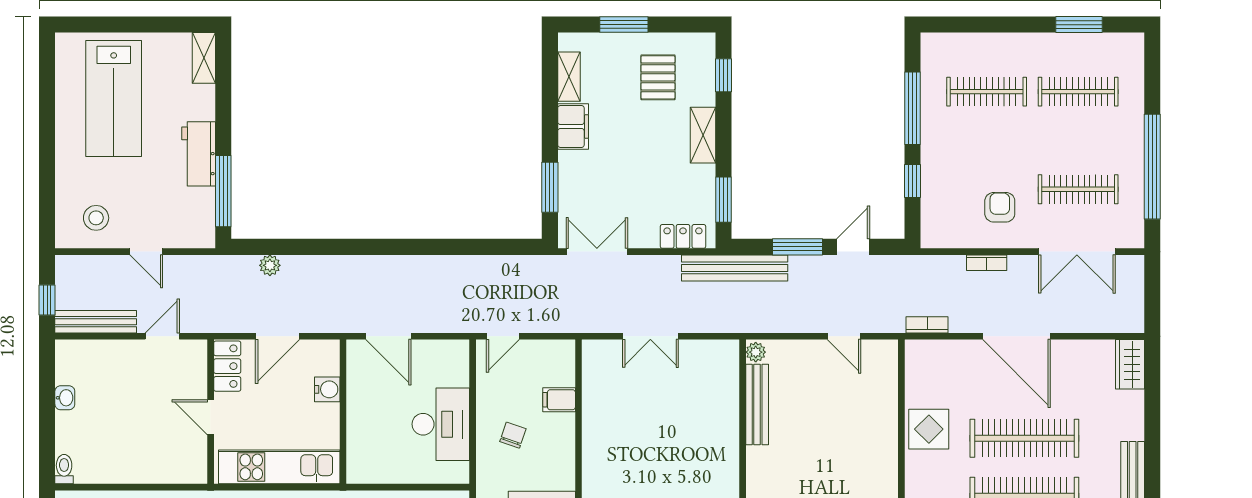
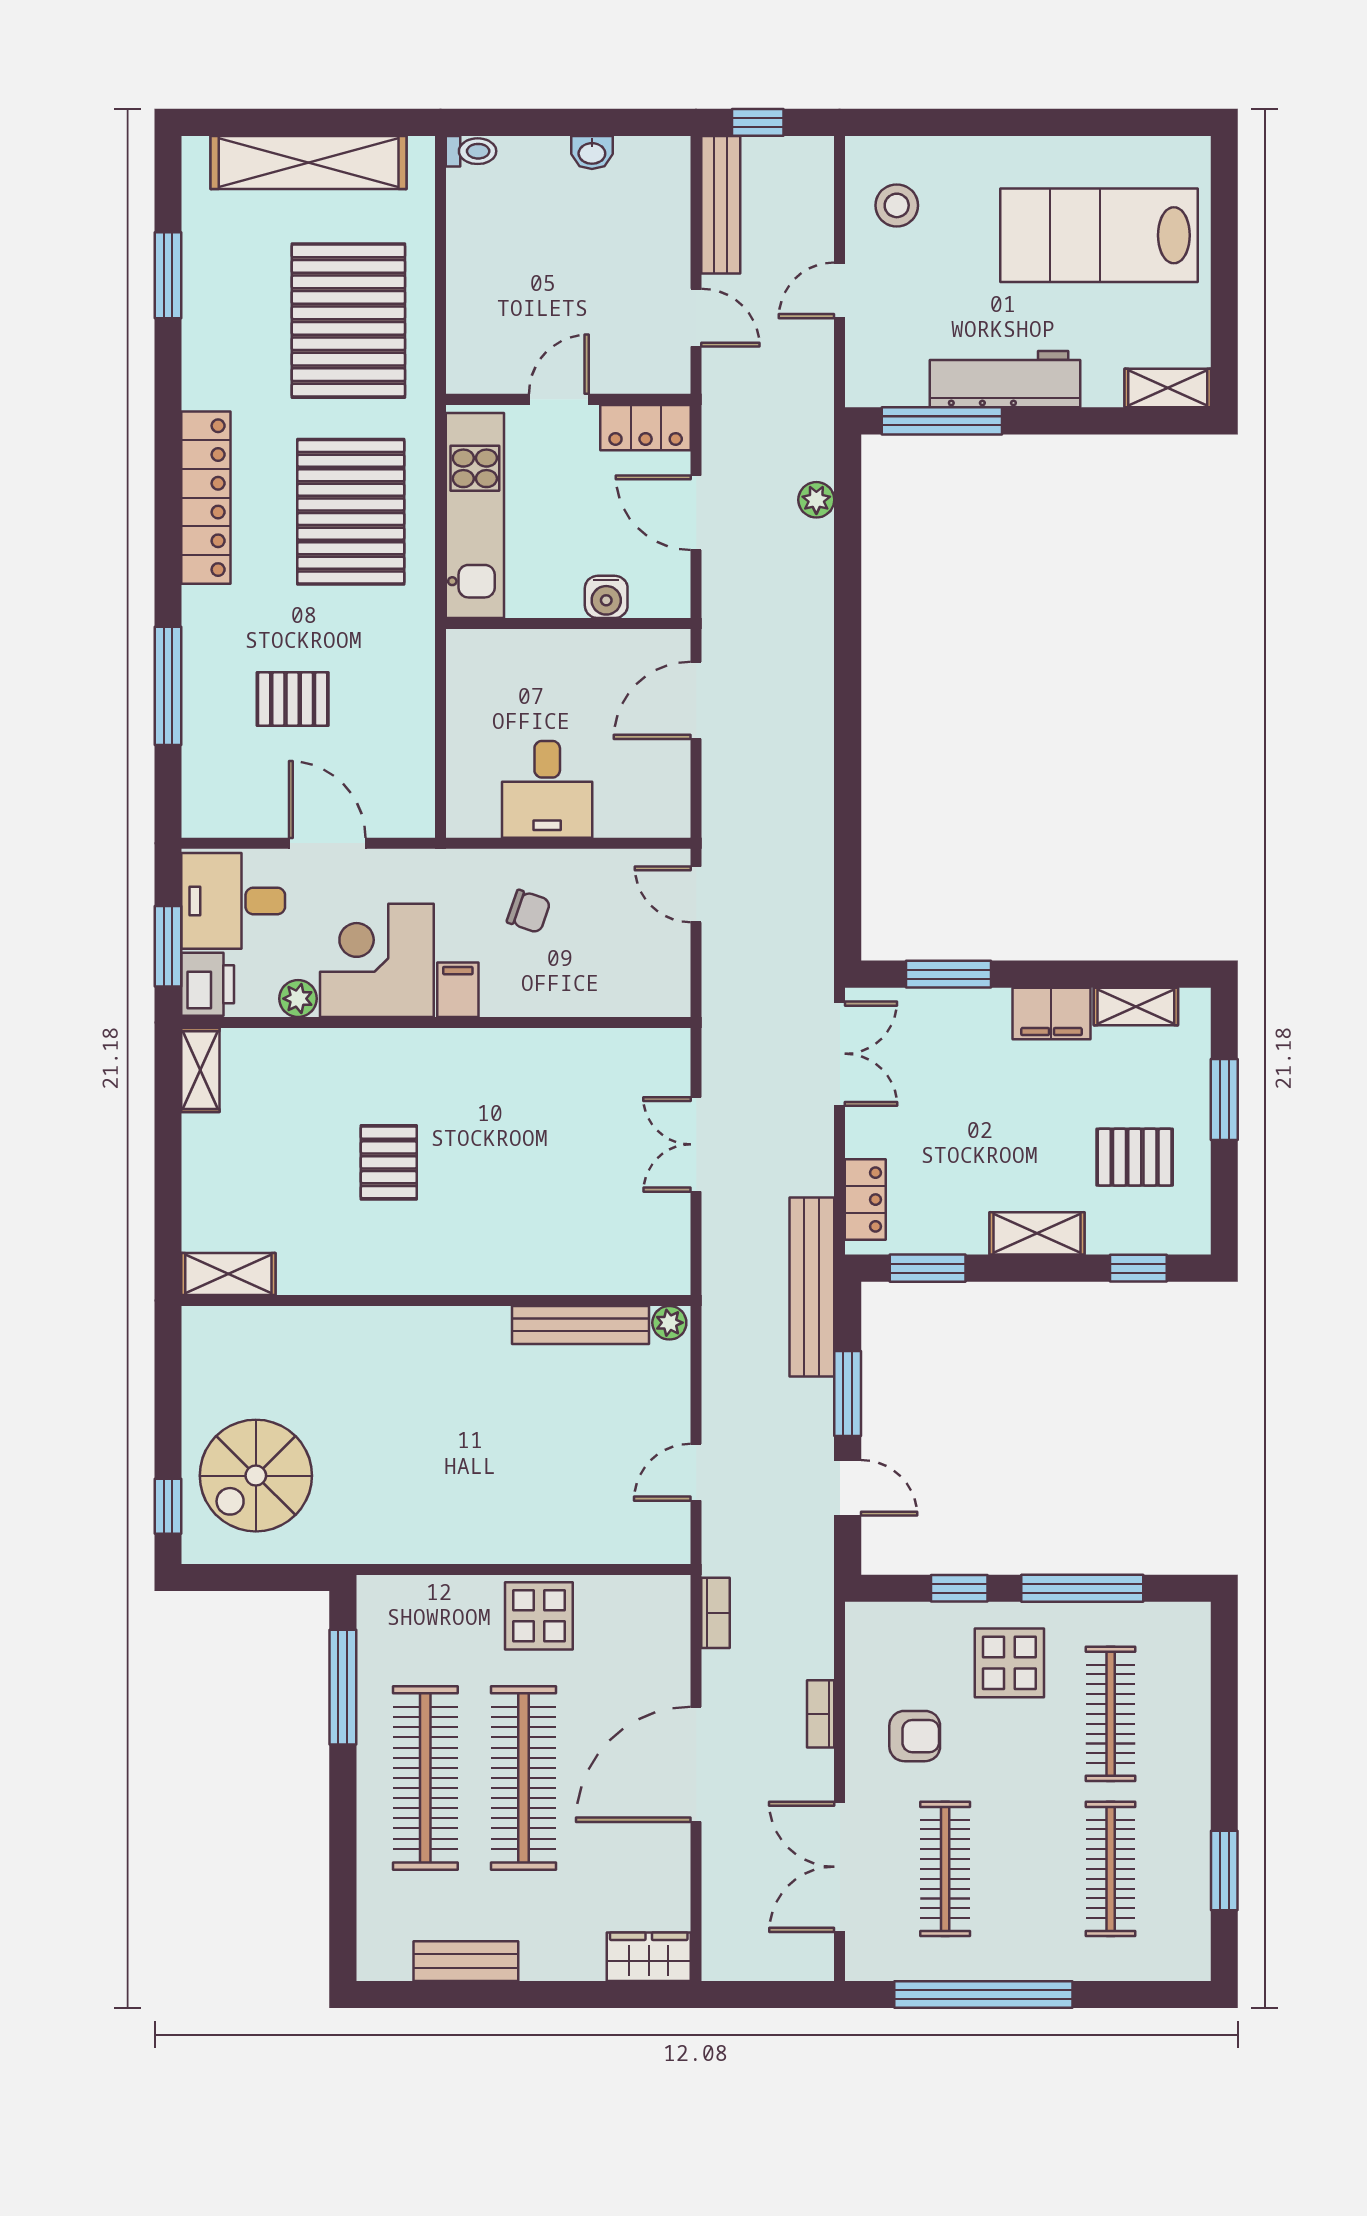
display table: (957, 151) -> (1009, 1663), added
workbench: (199, 154) -> (1005, 379), width x1.38
filing cabinet: (559, 400) -> (458, 990), moved
desk: (441, 424) -> (547, 789), width x0.73

